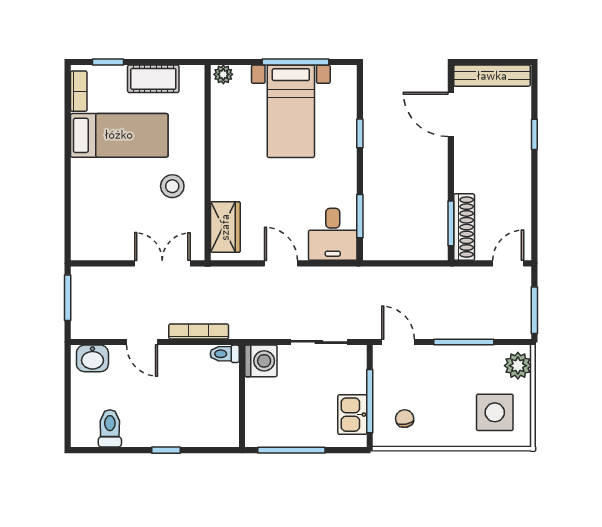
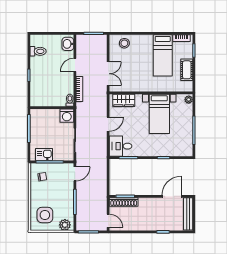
bed with nightstands: (291, 111) -> (159, 114), moved, turned -90
stool: (172, 186) -> (124, 43), moved

